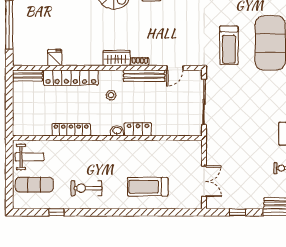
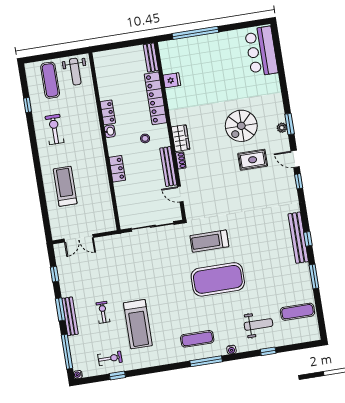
locker: (71, 130) -> (108, 112), width x0.66
washbasin: (117, 131) -> (110, 131), moved

